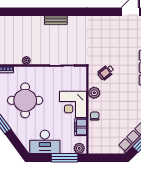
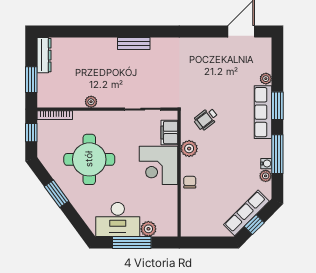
filing cabinet: (81, 127) -> (169, 132), moved
plant: (79, 148) -> (148, 229), moved
window: (65, 158) -> (132, 242), moved

